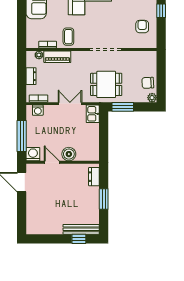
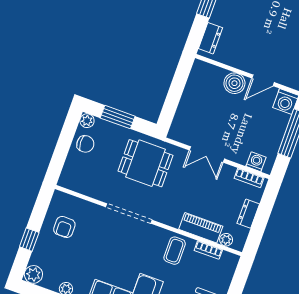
window: (123, 107) -> (118, 117), moved
kitchen sink: (93, 114) -> (180, 128), removed
door: (52, 162) -> (263, 80), hinge flipped

